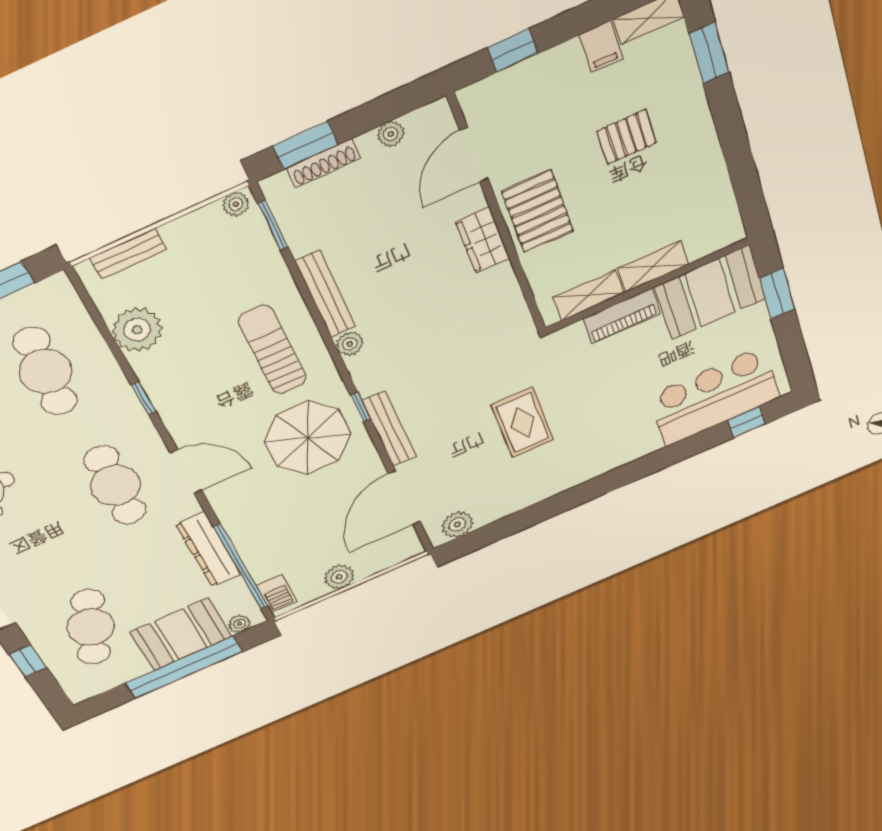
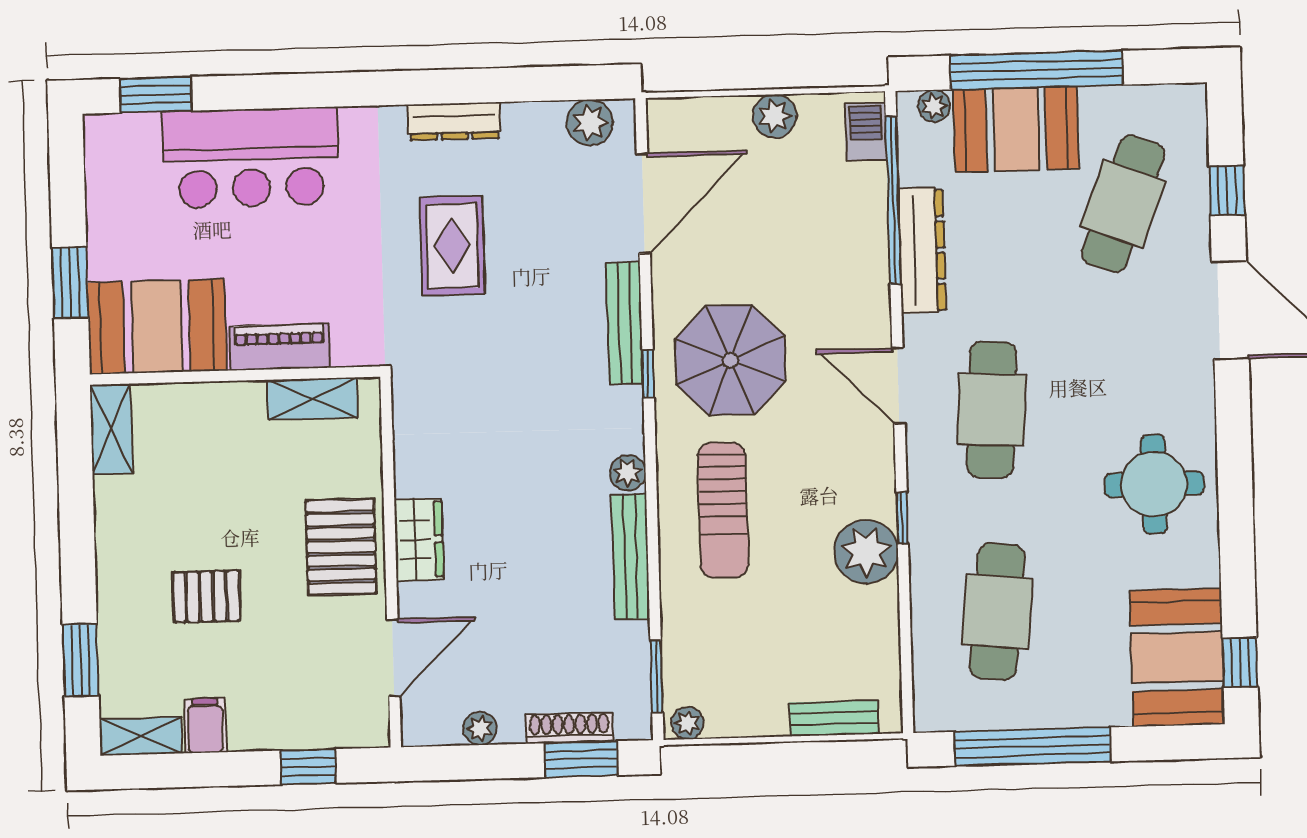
shelving: (653, 266) -> (111, 429), moved, turned 90
plant: (137, 330) -> (866, 551), moved
bar counter: (714, 397) -> (251, 158), moved
window: (746, 422) -> (156, 95), width x1.50
dresser: (546, 489) -> (454, 121), added

